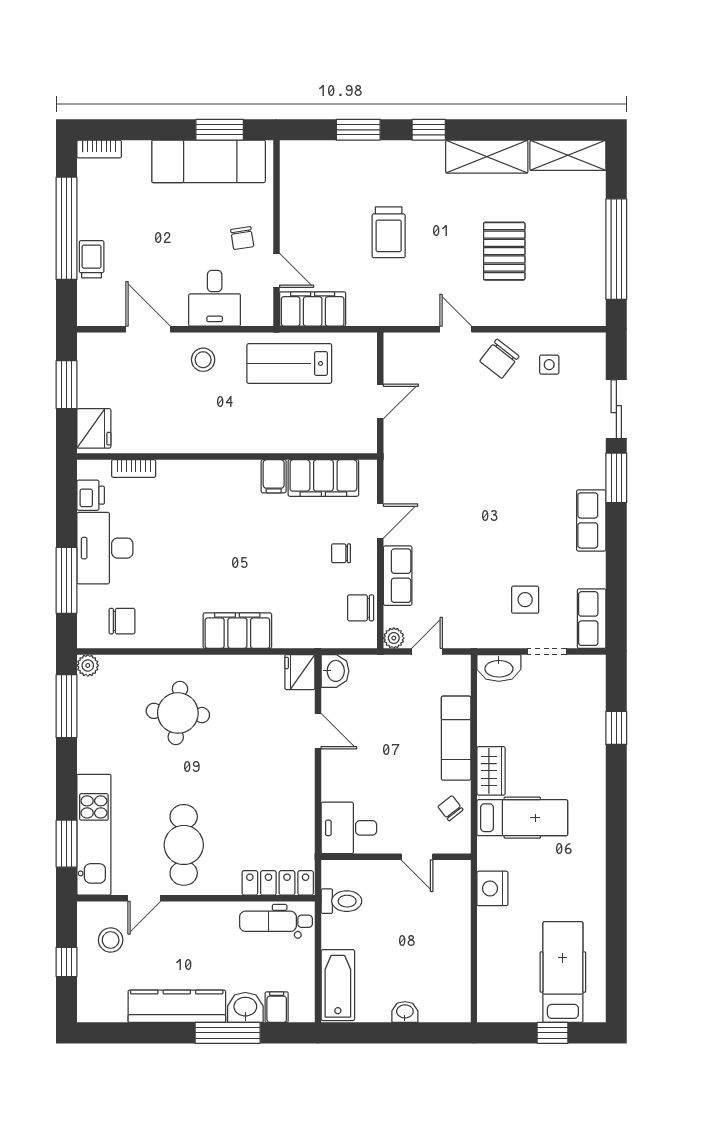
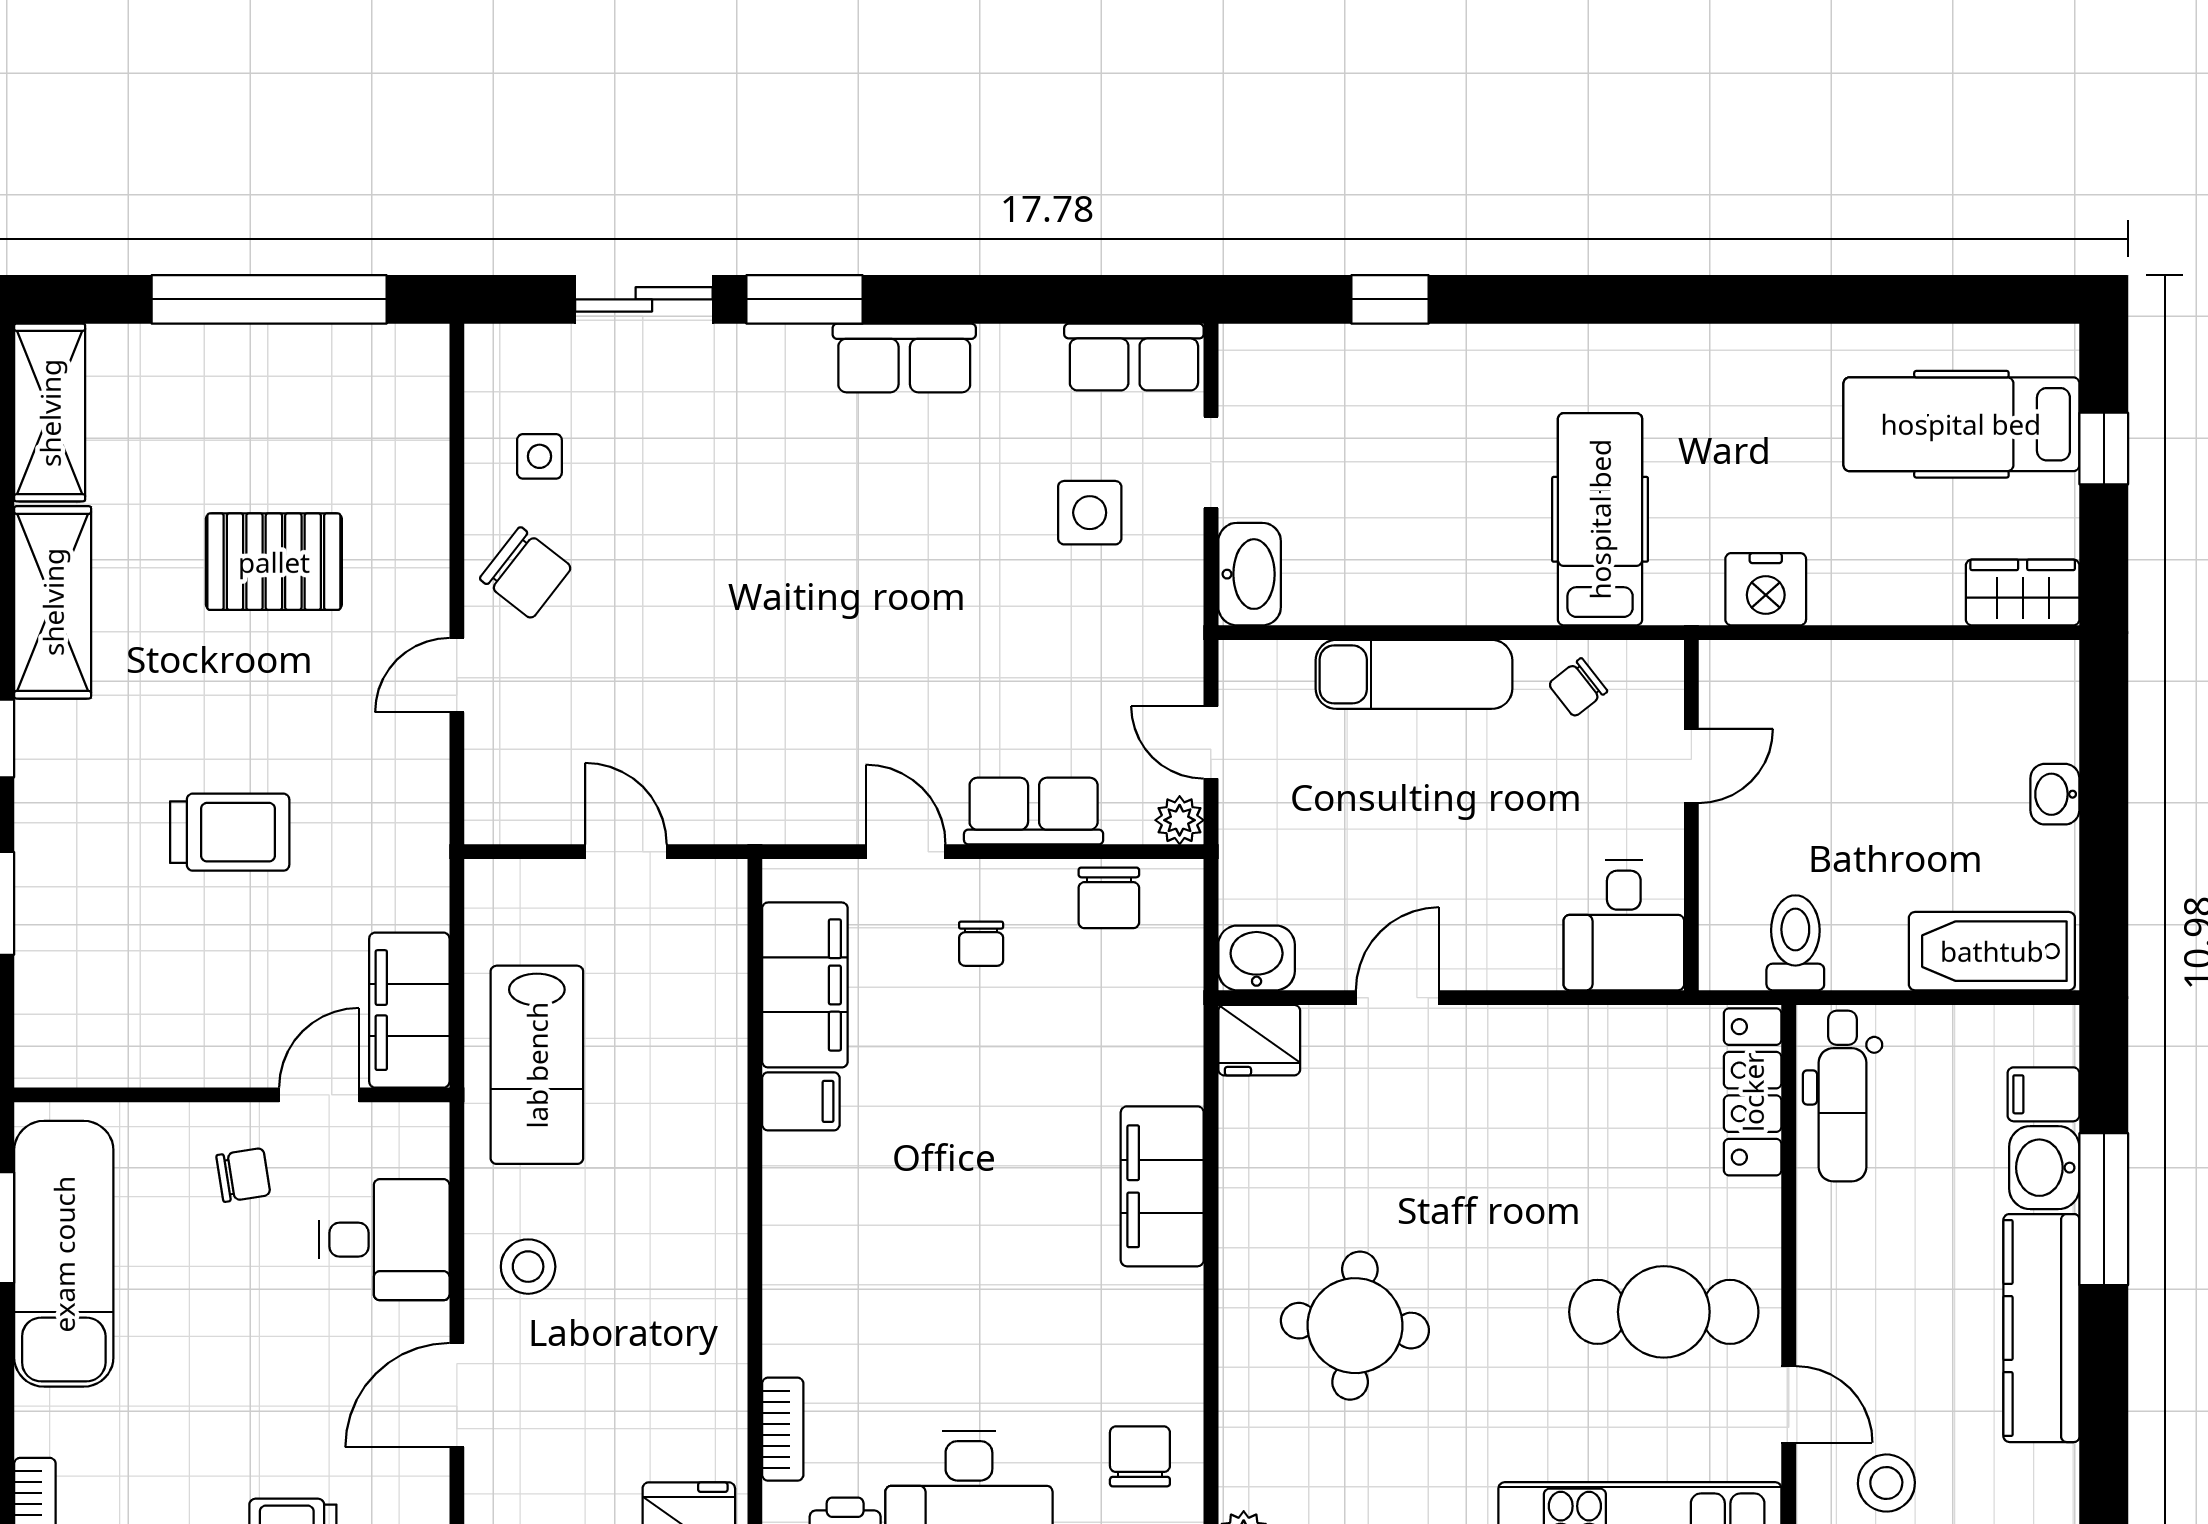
wardrobe: (491, 771) -> (2023, 592), moved

